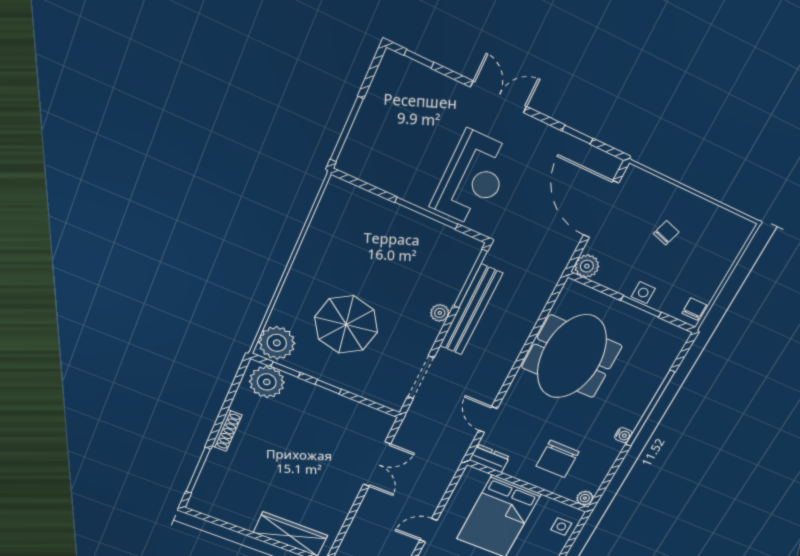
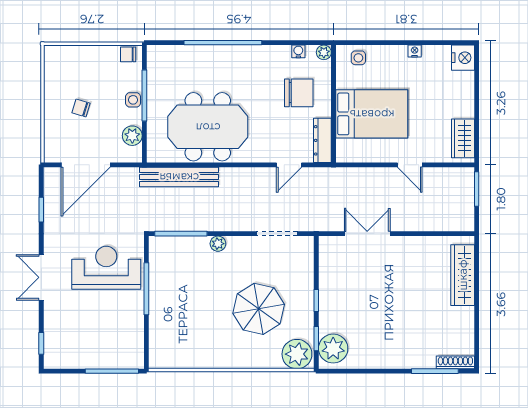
plant: (587, 266) -> (132, 136), moved
window: (641, 306) -> (144, 96), width x1.44
bench: (471, 310) -> (179, 177), moved
shoe rack: (227, 431) -> (455, 362), moved
water cooler: (623, 435) -> (298, 51), moved
dresser: (490, 458) -> (322, 140), width x1.44

